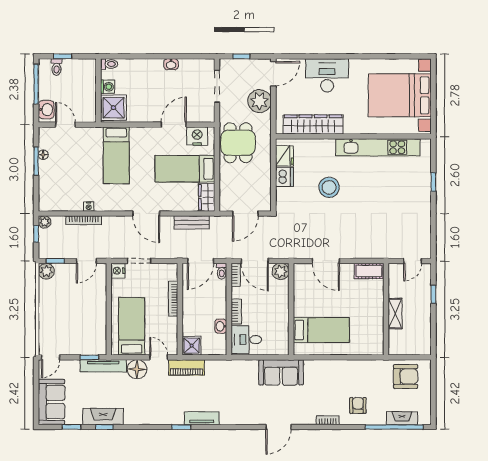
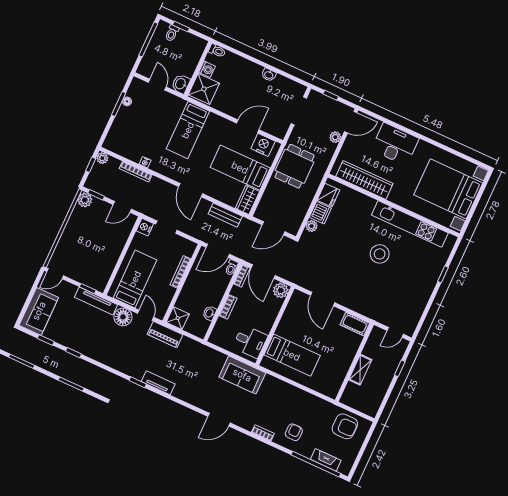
plant: (259, 101) -> (335, 137), width x0.53, depth x0.53
washbasin: (46, 110) -> (181, 84), moved, turned 180
stool: (329, 187) -> (380, 254), moved
plant: (282, 194) -> (312, 226), added
desk: (246, 340) -> (250, 342), moved, turned 180
fireplace: (103, 416) -> (76, 343), removed

